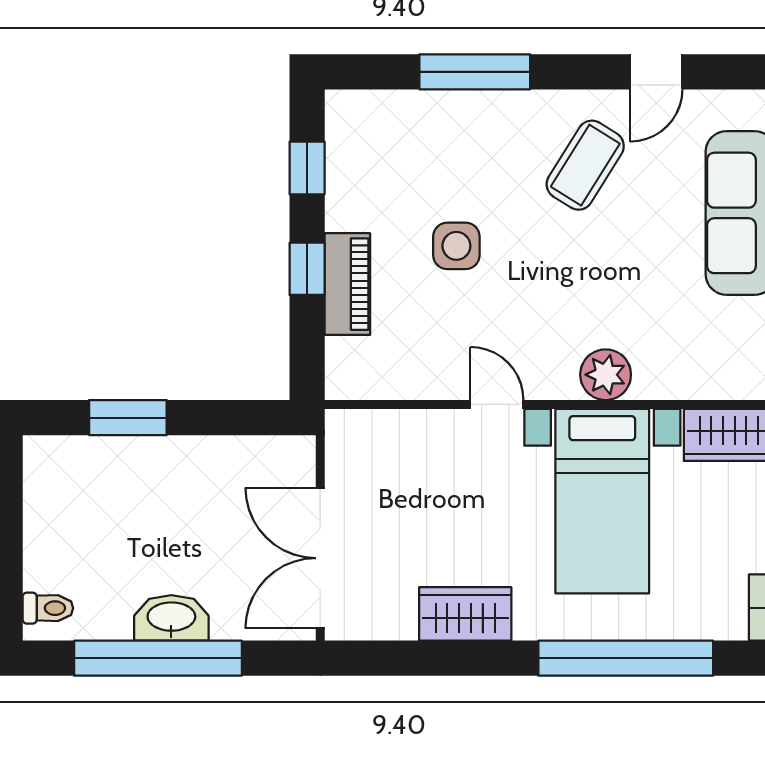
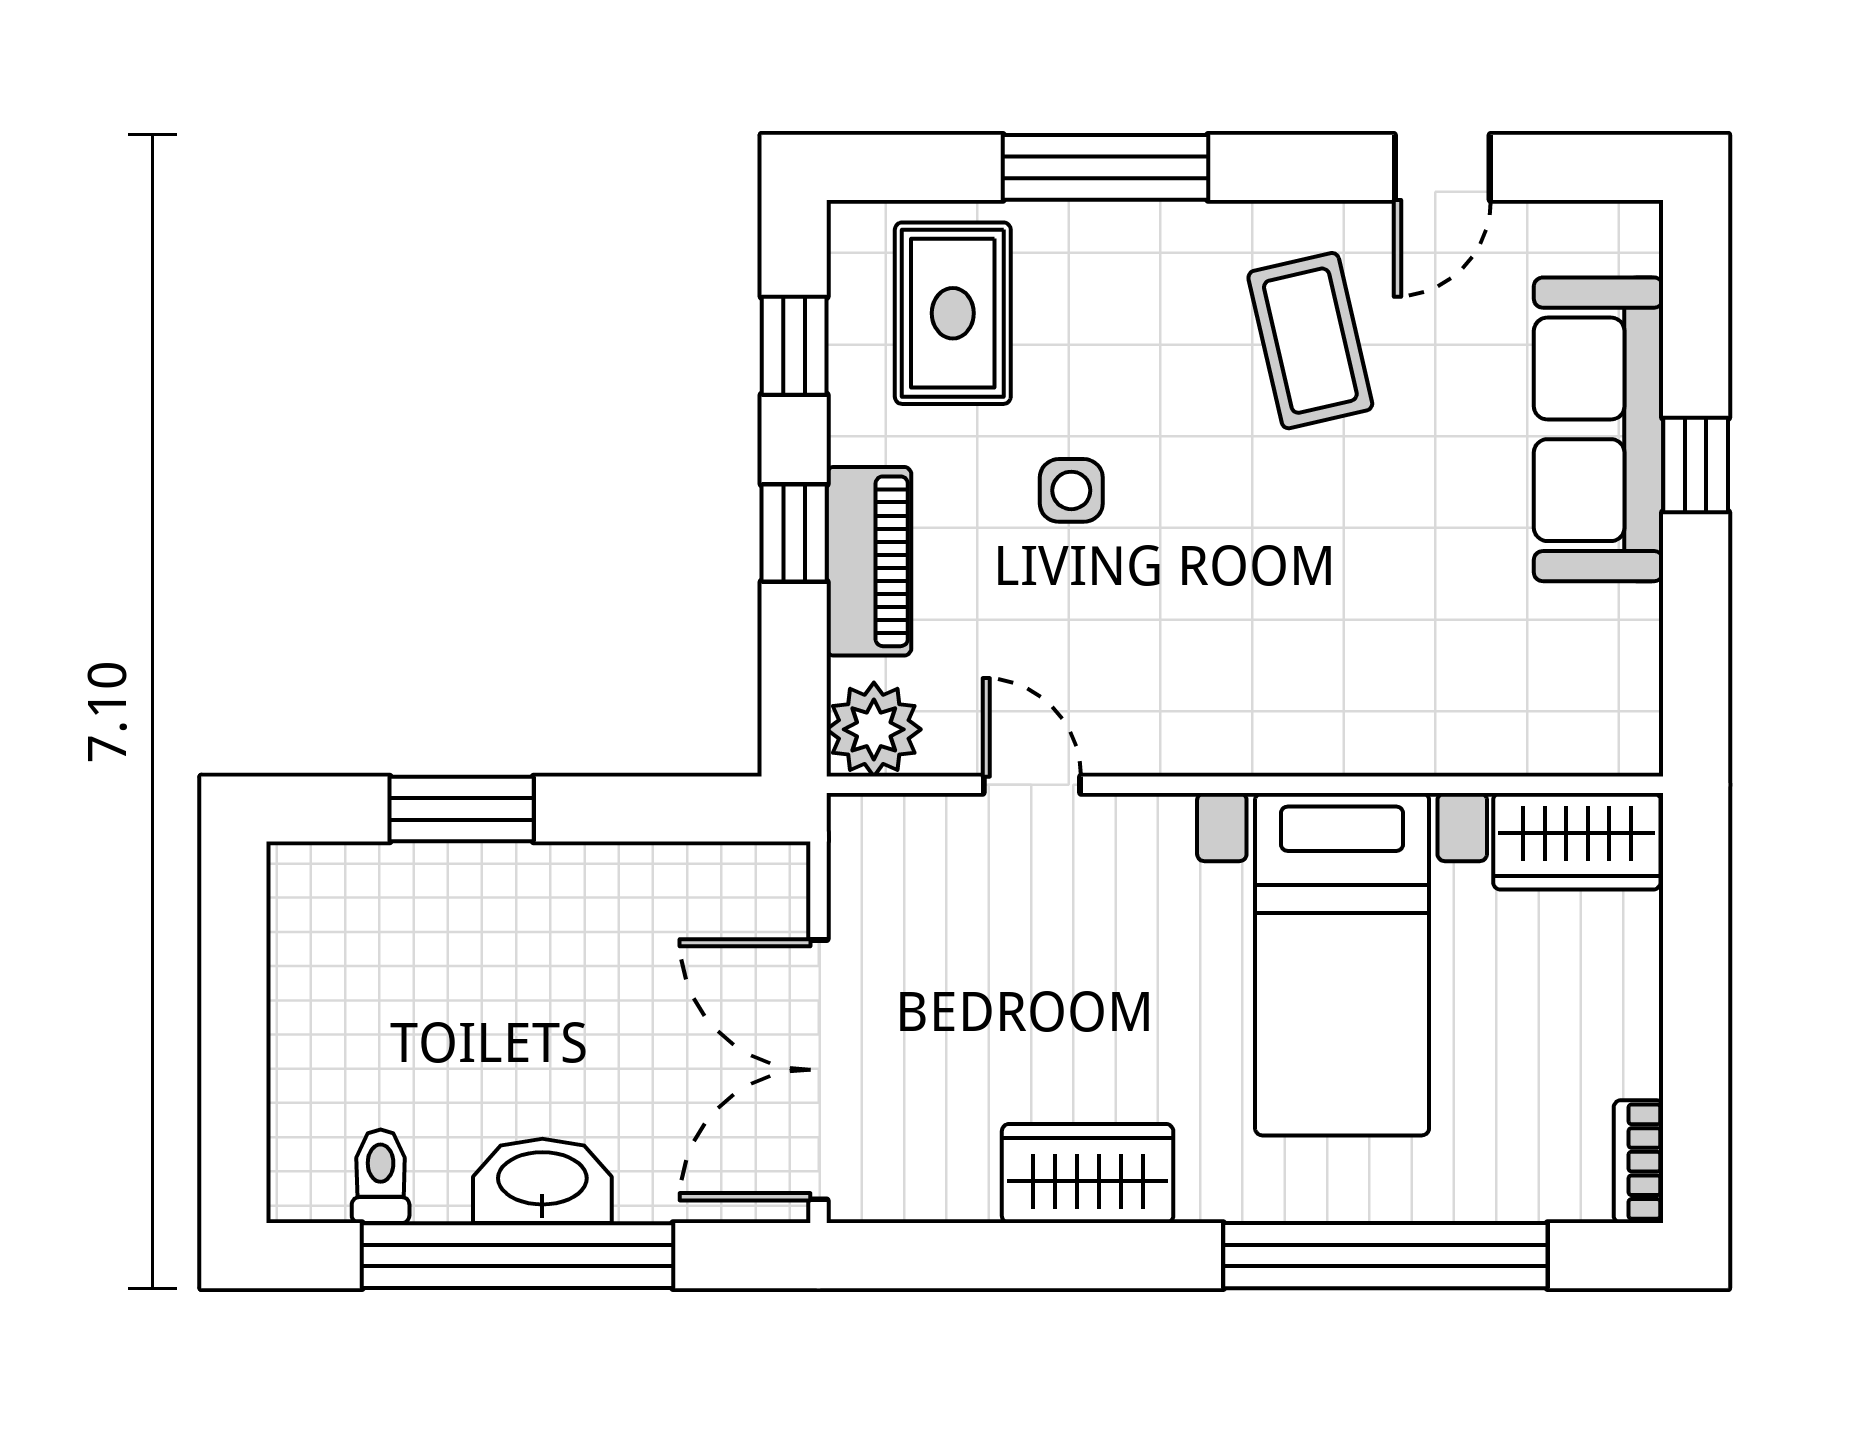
rug: (393, 150) -> (953, 313), added
coffee table: (585, 165) -> (1310, 341), turned -45
side table: (456, 246) -> (1071, 490), width x0.73, depth x0.73
plant: (606, 375) -> (874, 729), moved
door: (497, 404) -> (1032, 785), moved
toilet: (48, 608) -> (381, 1176), moved, turned -90

